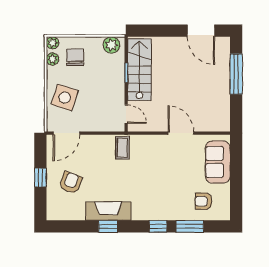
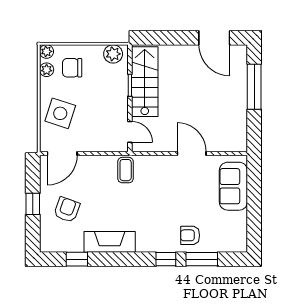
chair: (75, 57) -> (72, 68), turned -90
armchair: (204, 201) -> (190, 235), moved
window: (108, 226) -> (77, 259), moved

